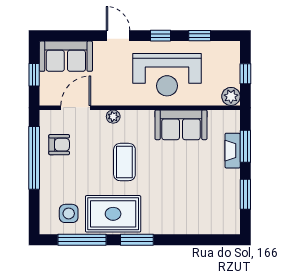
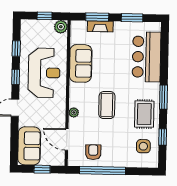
coffee table: (124, 162) -> (107, 105), turned 90
rug: (113, 214) -> (144, 114), width x0.73, depth x0.70
bar counter: (192, 215) -> (147, 57), added
window: (82, 240) -> (163, 137), width x0.46

